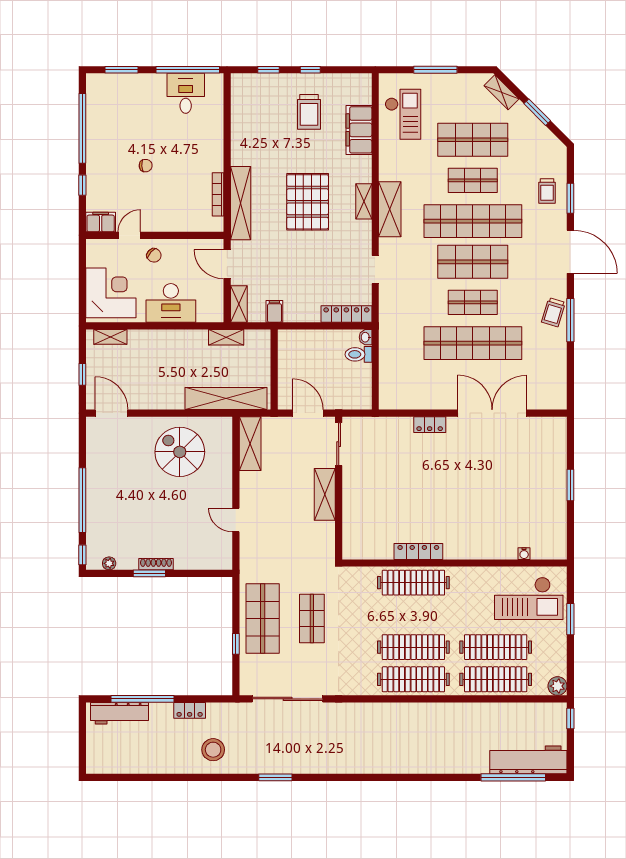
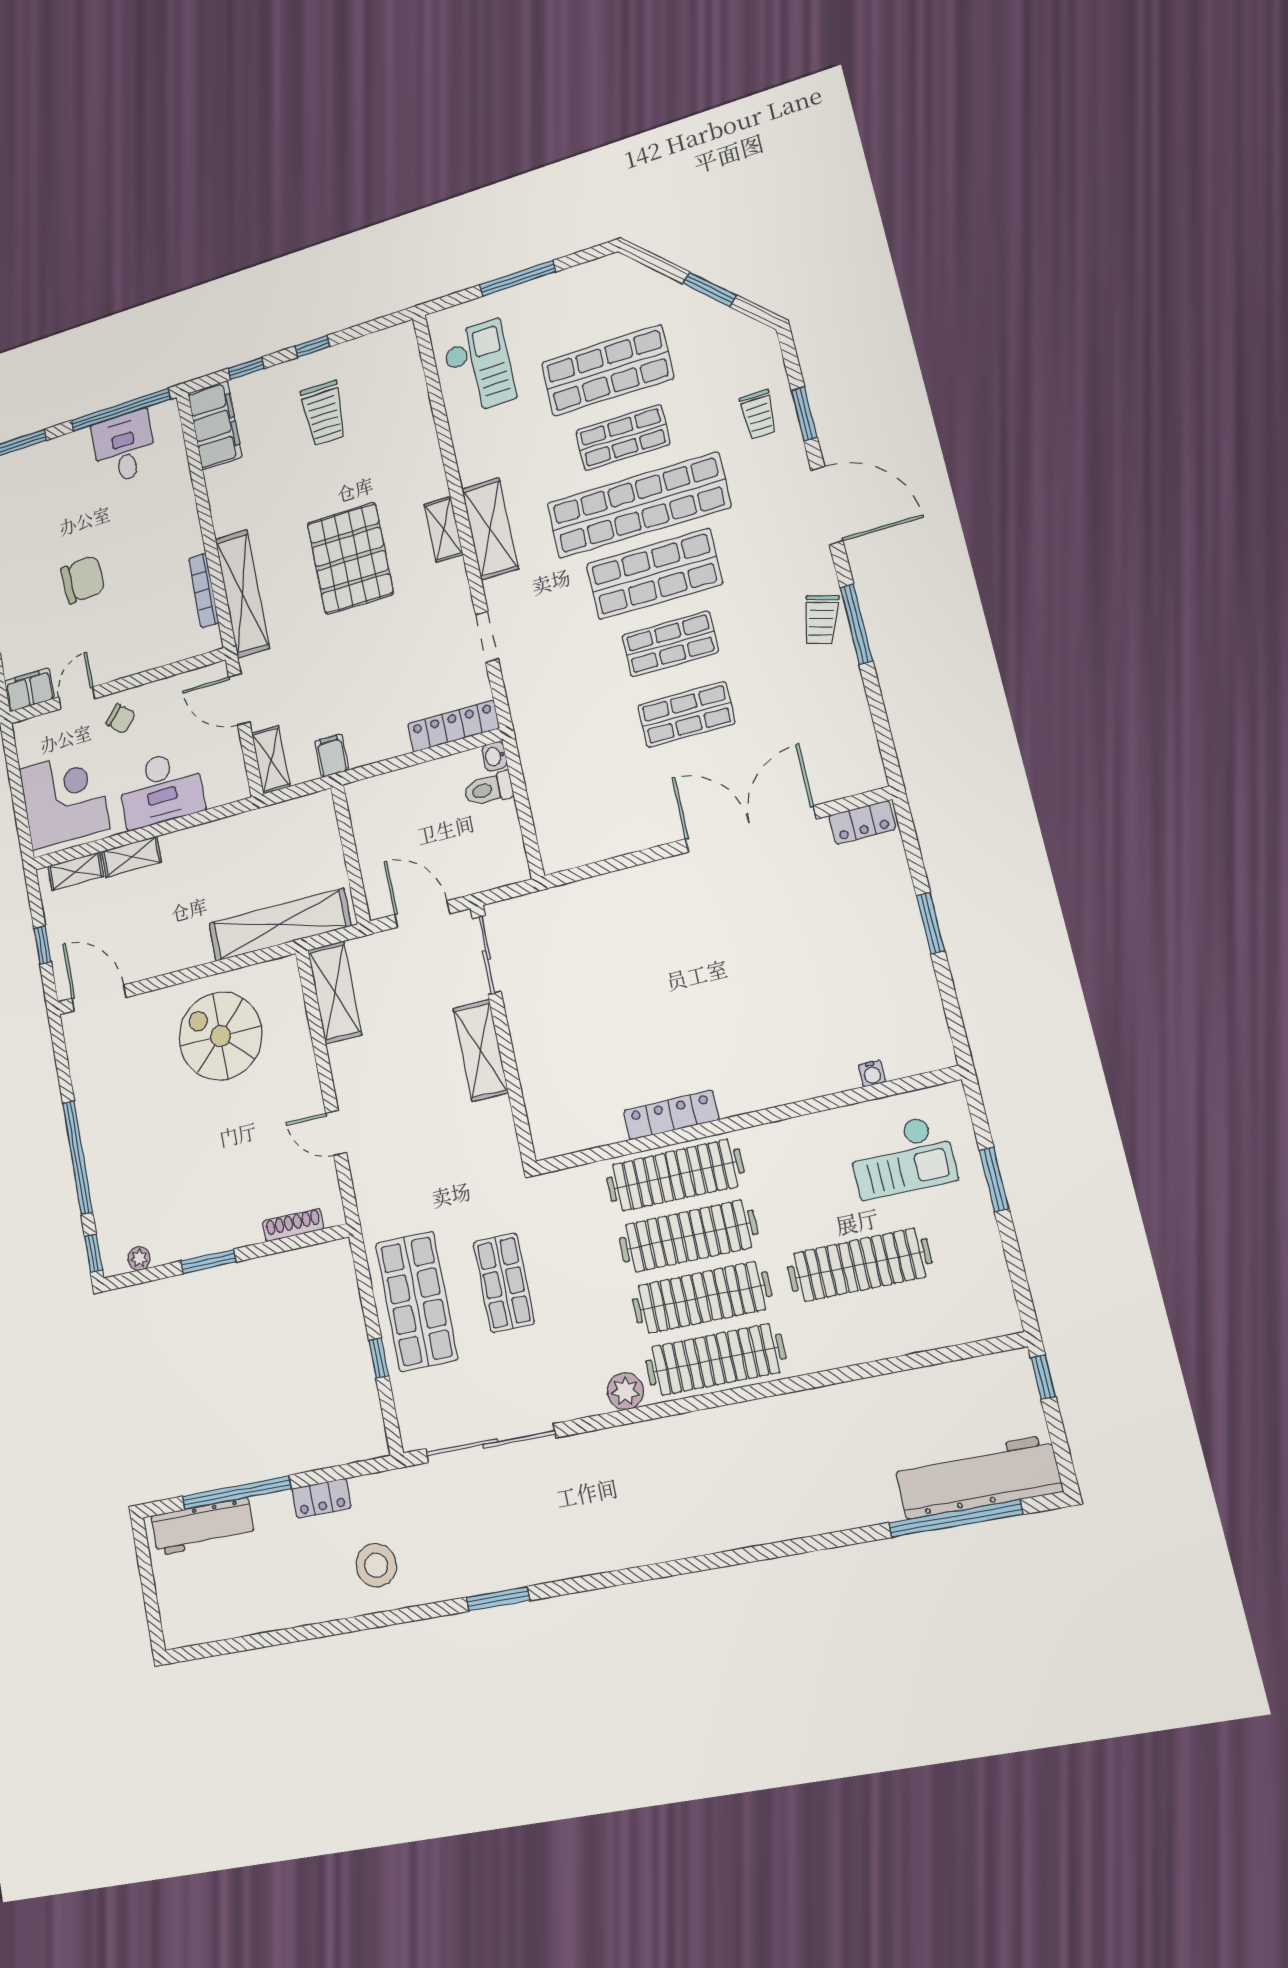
shelving: (502, 92) -> (639, 277), removed
filing cabinet: (359, 130) -> (215, 425), moved, turned 180
chair: (146, 166) -> (83, 580), width x1.87, depth x1.87
shelving: (226, 337) -> (131, 857), moved
shop shelf: (473, 343) -> (686, 714), width x0.50, depth x0.74
locker: (430, 425) -> (862, 822), moved
shoe rack: (156, 564) -> (293, 1225), moved
checkout: (529, 598) -> (902, 1157), width x0.73, depth x0.83
clothes rail: (496, 679) -> (688, 1236), moved
plant: (558, 686) -> (625, 1391), moved

